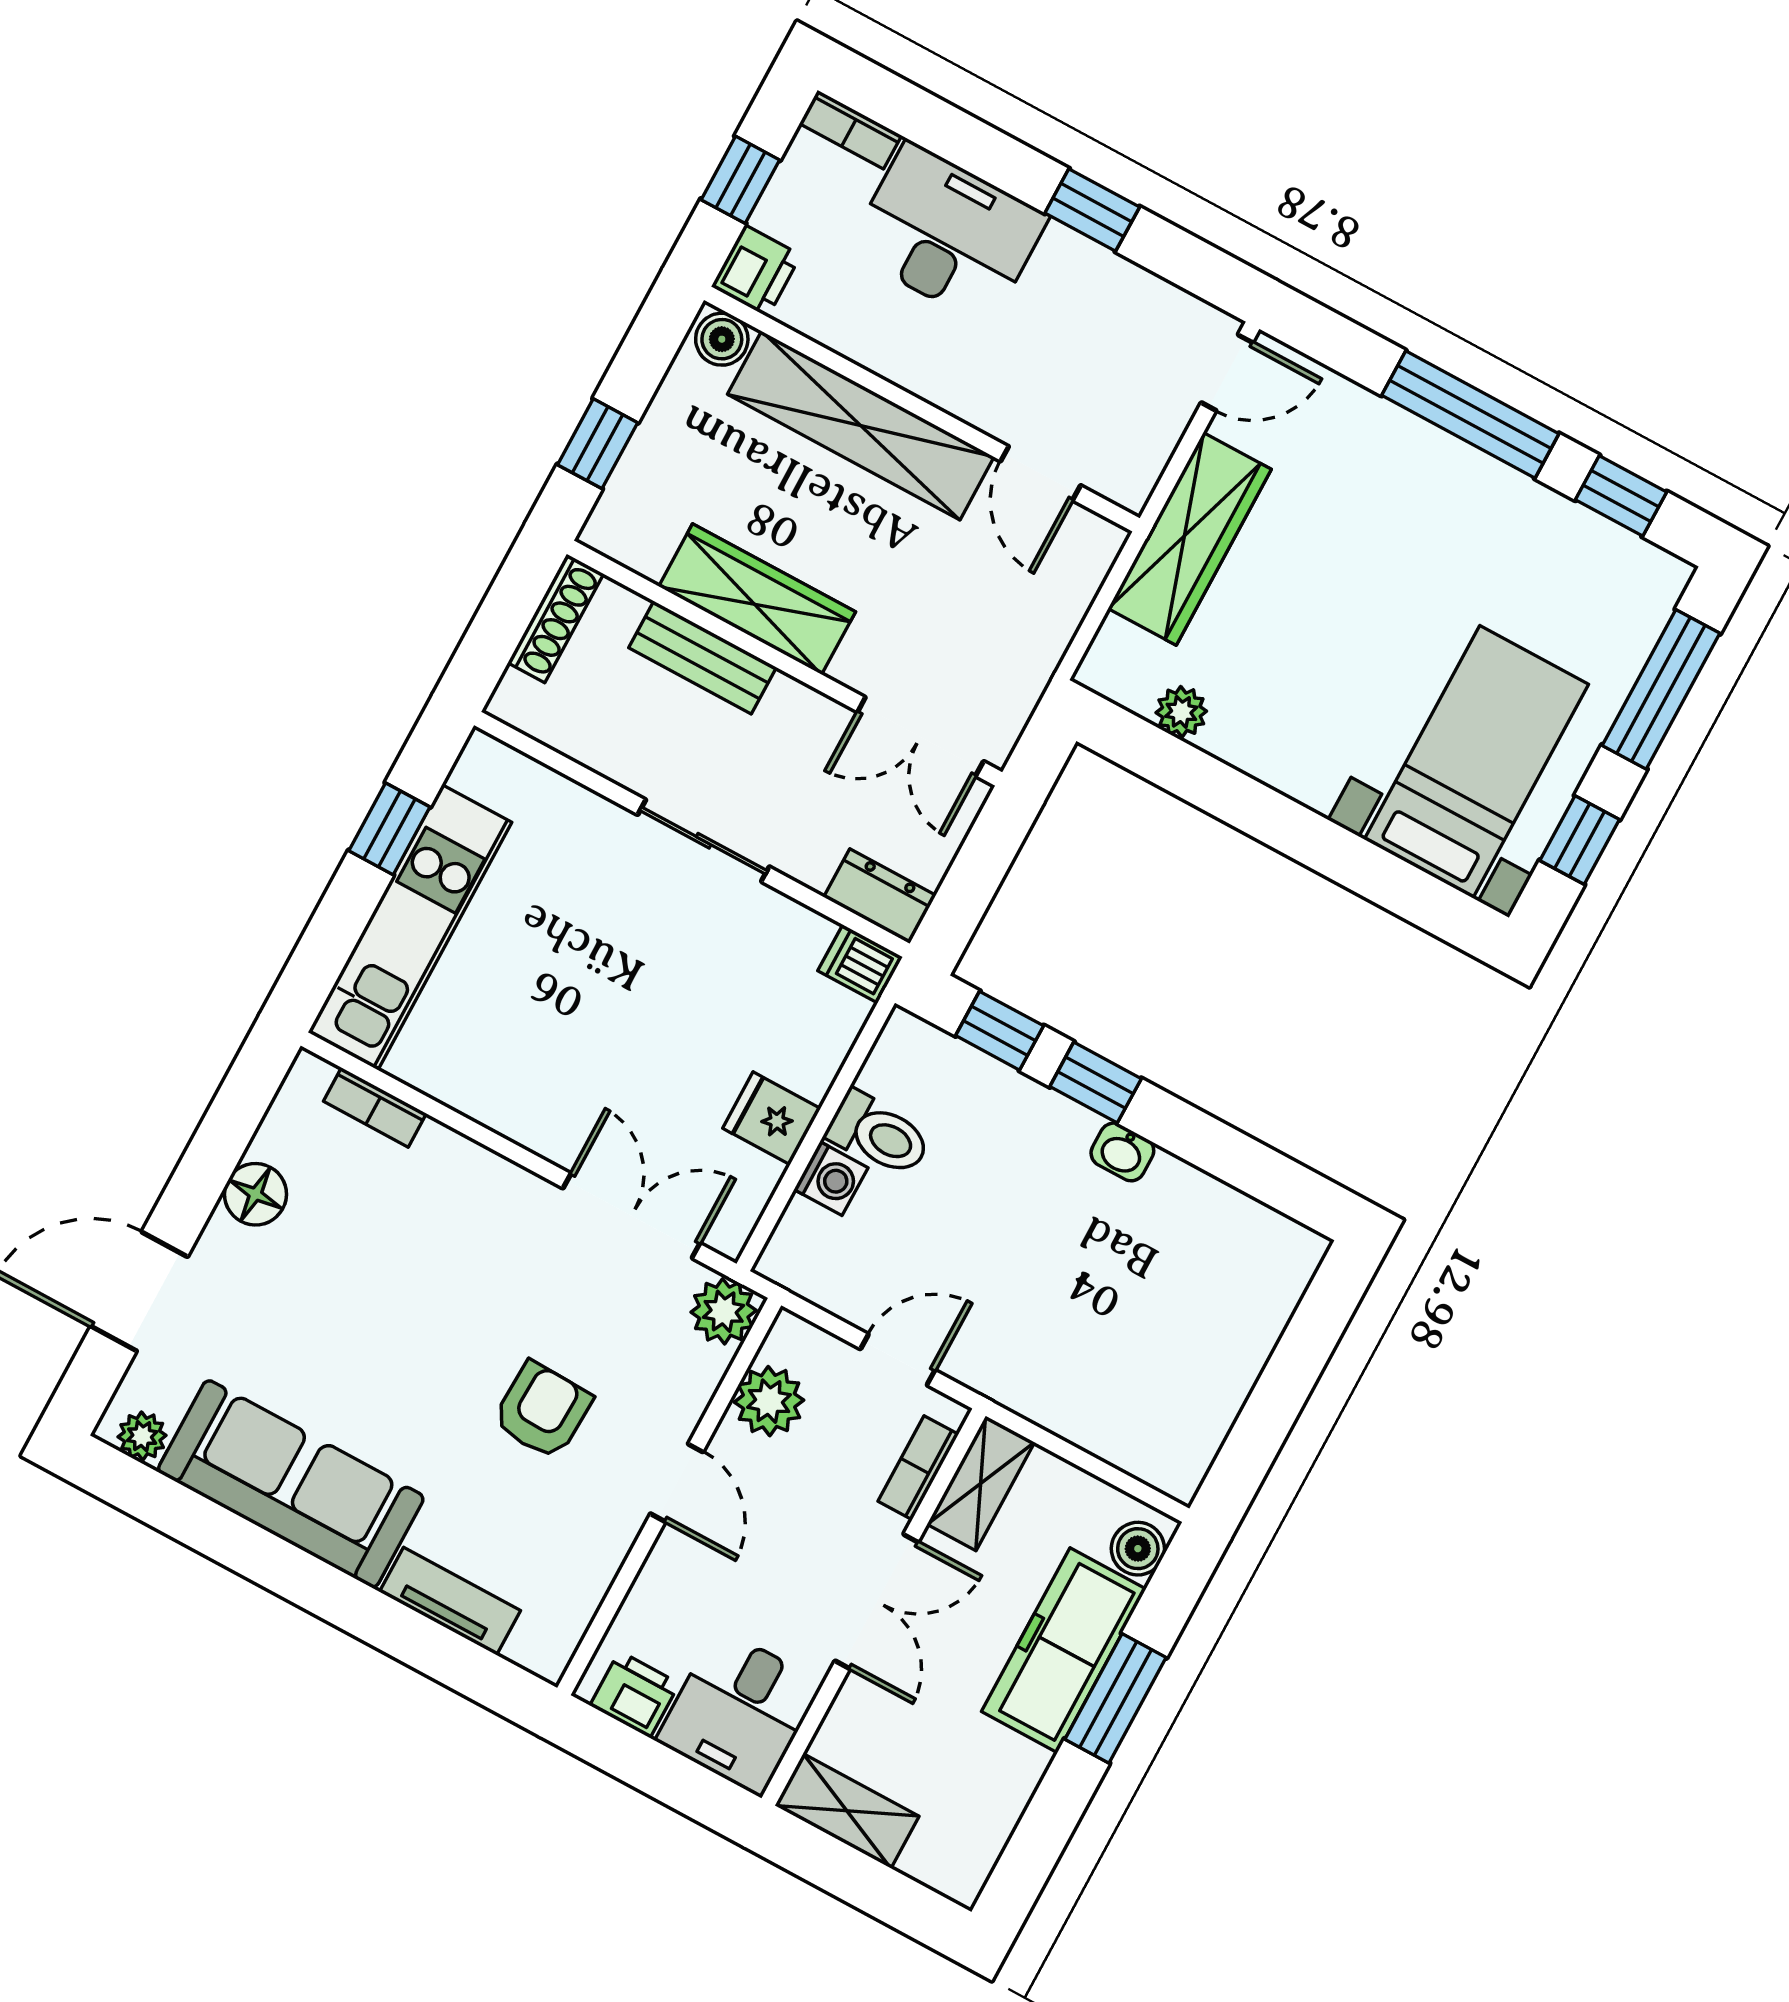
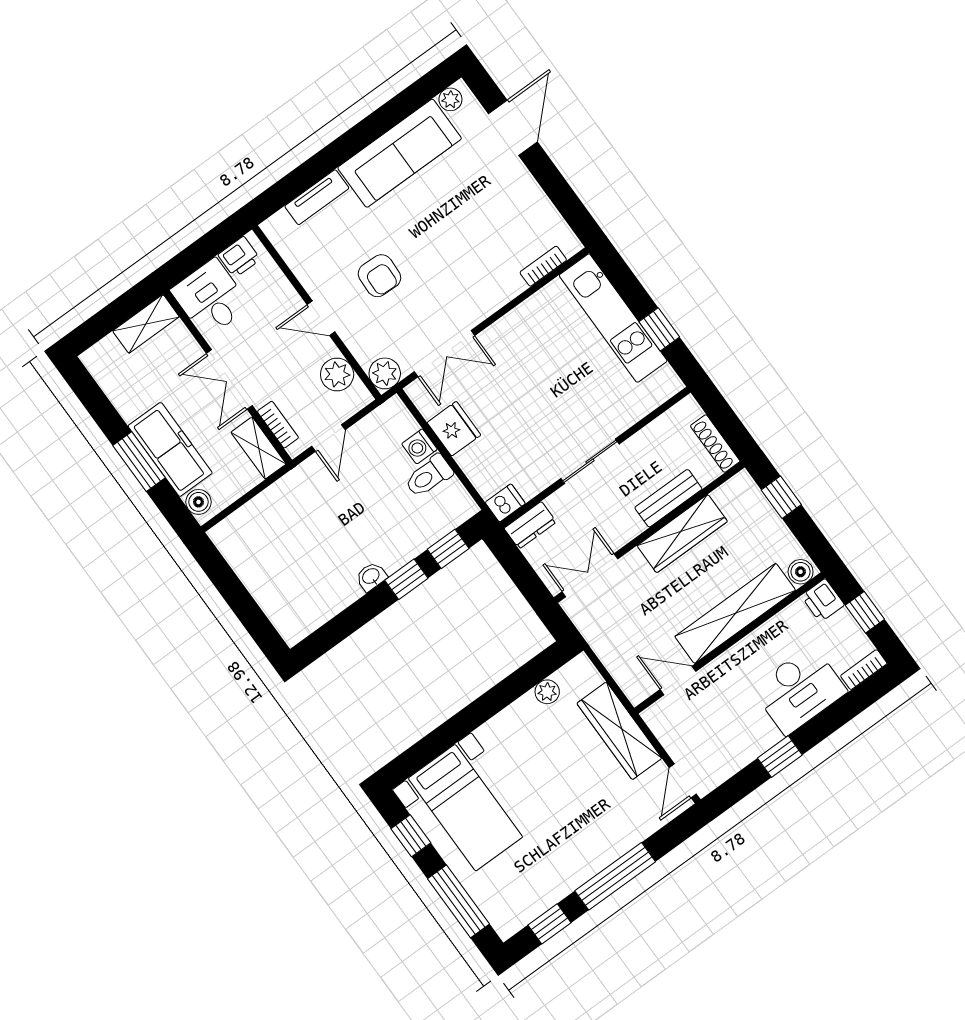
fridge: (772, 1118) -> (454, 429), width x1.38
floor lamp: (255, 1194) -> (531, 197), removed

